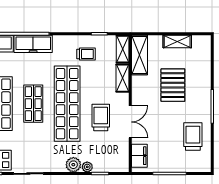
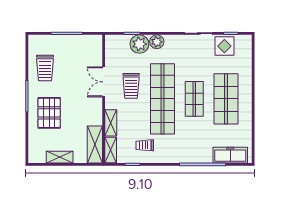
freezer: (33, 44) -> (194, 155), removed
pallet: (173, 85) -> (49, 113), moved
filing cabinet: (139, 156) -> (95, 50), removed
plant: (87, 167) -> (139, 44), width x1.88, depth x1.88

